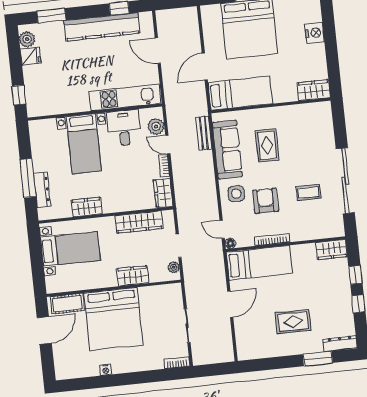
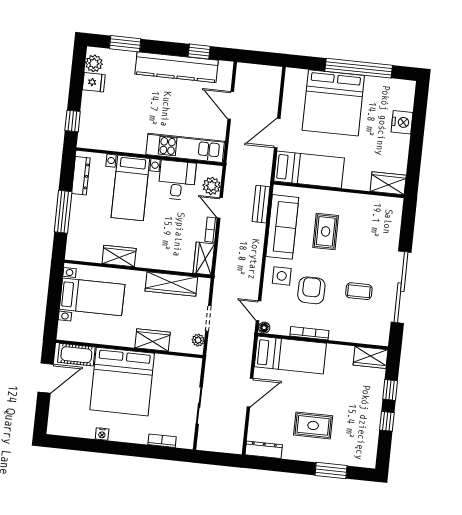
dresser: (42, 190) -> (81, 176), moved
dresser: (340, 344) -> (264, 450), moved
bookcase: (177, 362) -> (162, 441), moved

